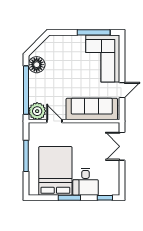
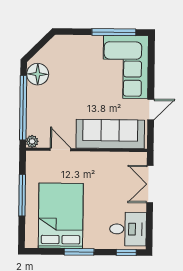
plant: (37, 111) -> (32, 141), width x0.53, depth x0.53
desk: (86, 182) -> (128, 229), moved, turned -90

